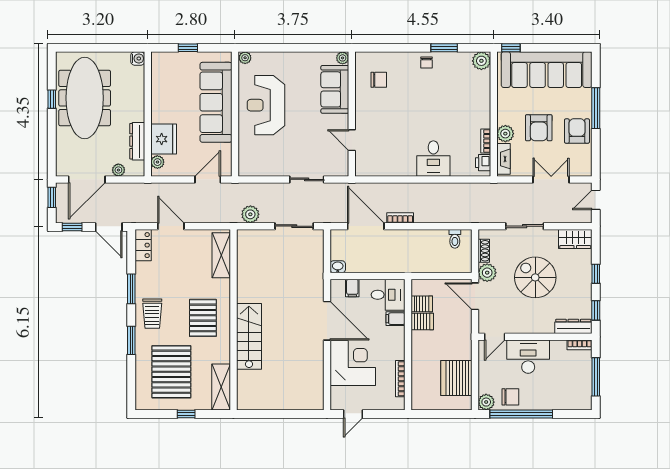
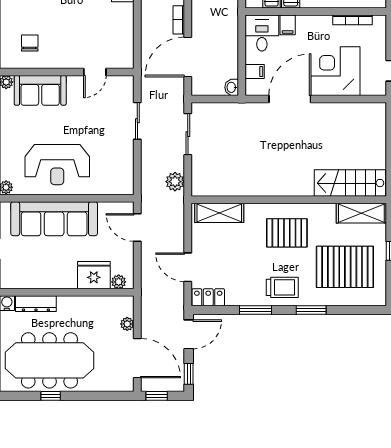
dresser: (137, 141) -> (36, 304), moved
door: (171, 226) -> (188, 267), hinge flipped
stairs: (249, 336) -> (350, 183), moved

